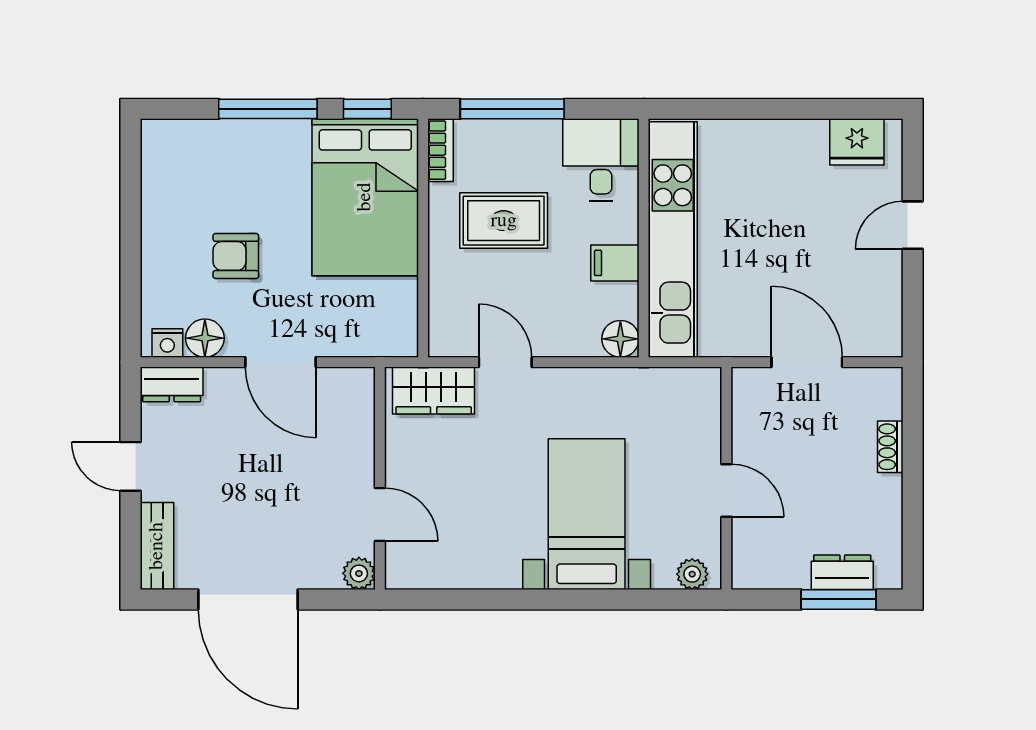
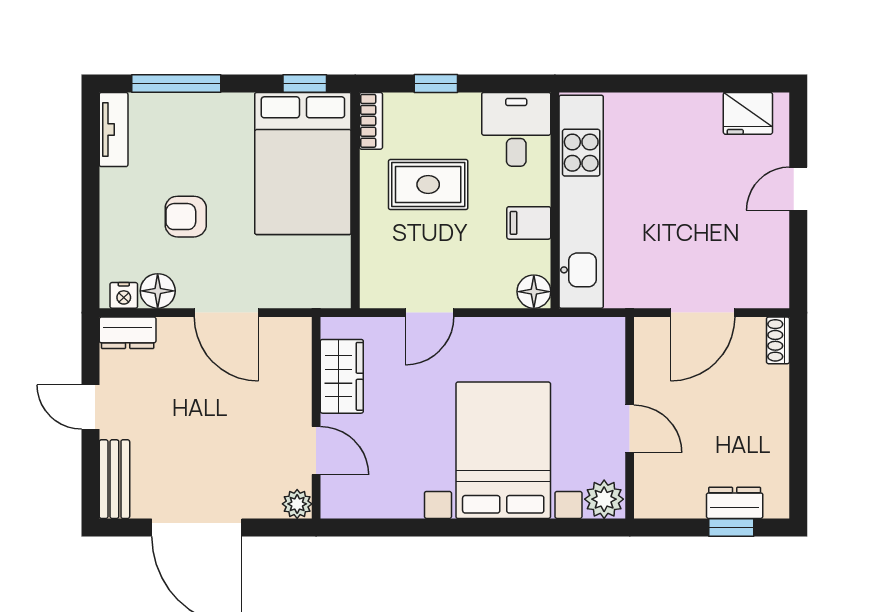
window: (268, 109) -> (176, 83), moved
window: (512, 109) -> (436, 83), width x0.46
tv unit: (156, 160) -> (114, 130), added
door: (505, 362) -> (430, 313), swing flipped
door: (807, 362) -> (703, 313), swing flipped
wardrobe: (434, 390) -> (342, 376), moved, turned -90
shoe rack: (890, 447) -> (778, 340), moved
bed with nightstands: (587, 514) -> (503, 450), width x1.36
plant: (692, 574) -> (604, 499), width x1.38, depth x1.38
window: (839, 599) -> (731, 528), width x0.67

